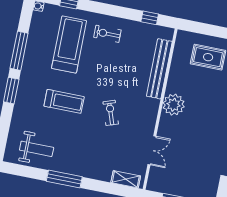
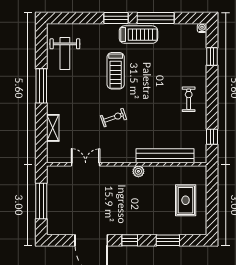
treadmill: (69, 45) -> (138, 35), moved, width x0.73, depth x0.73
plant: (174, 105) -> (138, 171), width x0.53, depth x0.53
double door: (152, 150) -> (86, 164), swing flipped
shelving: (126, 179) -> (53, 128), moved

